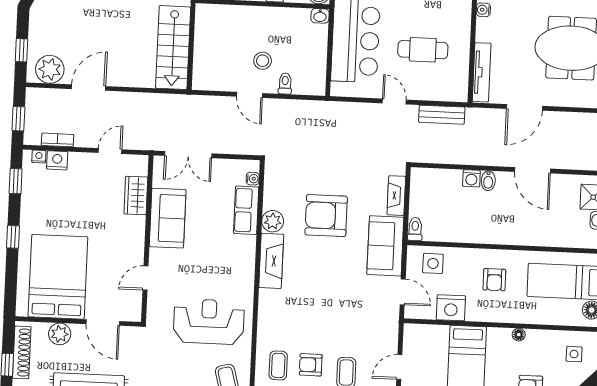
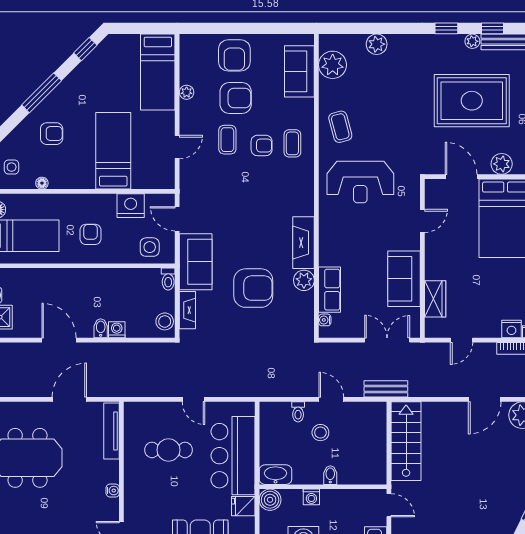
bidet: (254, 16) -> (330, 475), added
washbasin: (320, 16) -> (275, 475), width x1.91, depth x1.45
bench: (442, 115) -> (386, 389), moved
stool: (421, 185) -> (165, 321), added
floor lamp: (519, 335) -> (42, 183), moved

